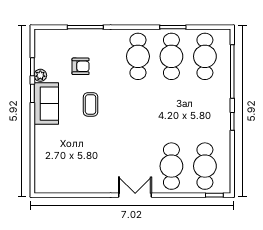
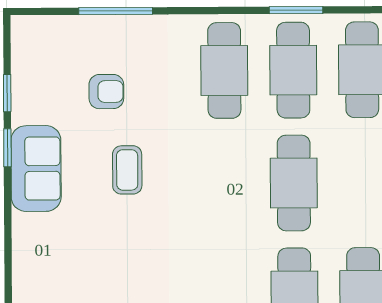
plant: (40, 75) -> (24, 110), removed
cafe table: (171, 111) -> (294, 183), added

